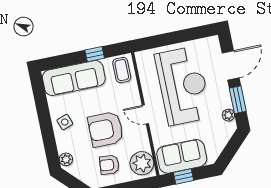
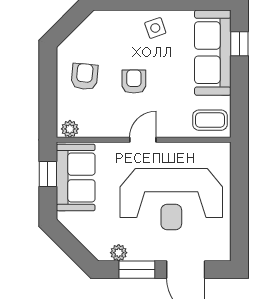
window: (95, 54) -> (239, 44), moved
armchair: (106, 129) -> (134, 82), width x0.53, depth x0.53
plant: (66, 159) -> (104, 19), removed
plant: (142, 163) -> (70, 129), width x0.53, depth x0.53

